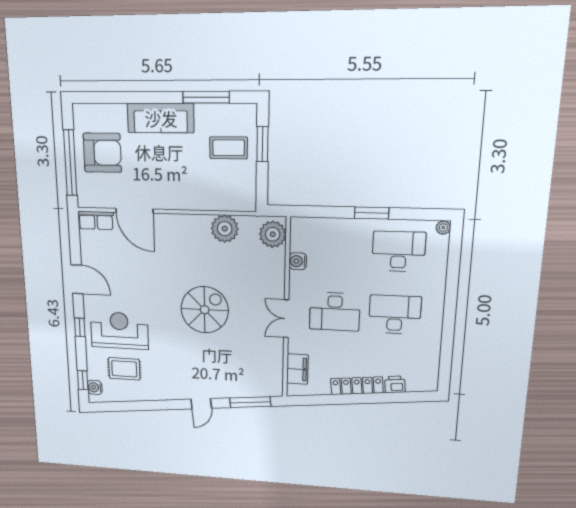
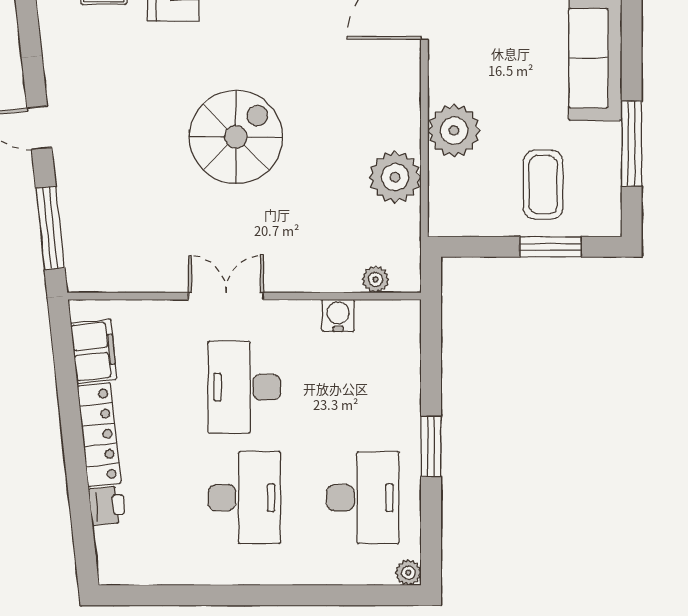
plant: (200, 197) -> (454, 130), added
plant: (273, 234) -> (375, 279), width x0.53, depth x0.53
spiral stairs: (205, 310) -> (236, 137), turned -90
filing cabinet: (297, 369) -> (94, 351), moved, turned -96

